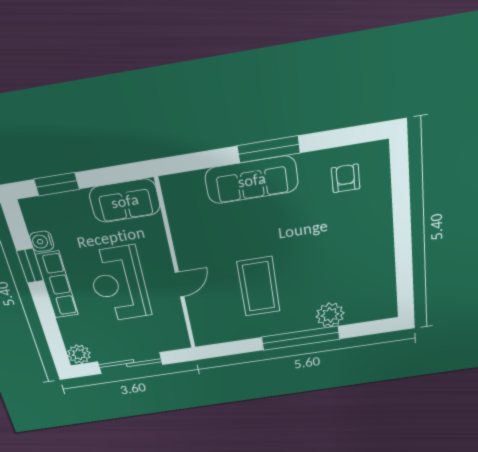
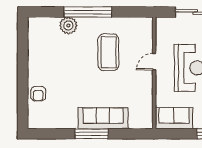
armchair: (346, 178) -> (38, 94), moved

